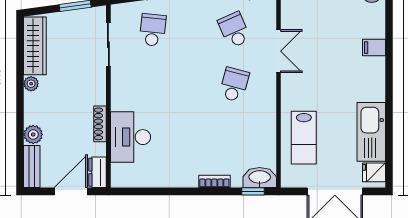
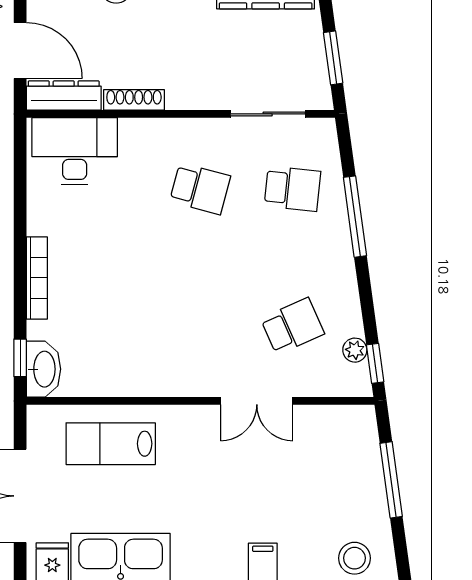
school desk: (234, 85) -> (200, 189), moved
desk: (131, 137) -> (75, 151), moved
dresser: (97, 172) -> (64, 96), width x1.44
bookcase: (214, 181) -> (37, 278), width x1.56

